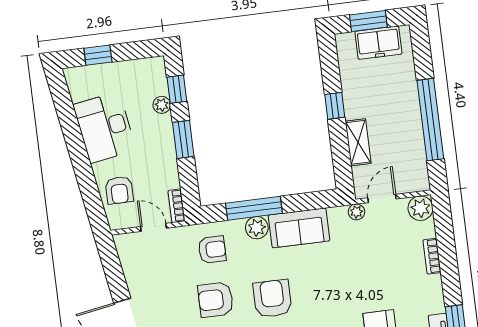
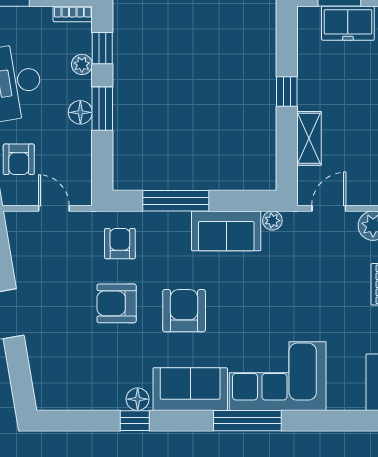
floor lamp: (165, 145) -> (80, 112), added
bookcase: (177, 206) -> (73, 14), moved, turned -90
plant: (357, 212) -> (272, 221), moved
plant: (257, 228) -> (176, 224), removed
armchair: (212, 250) -> (120, 244), turned -90

